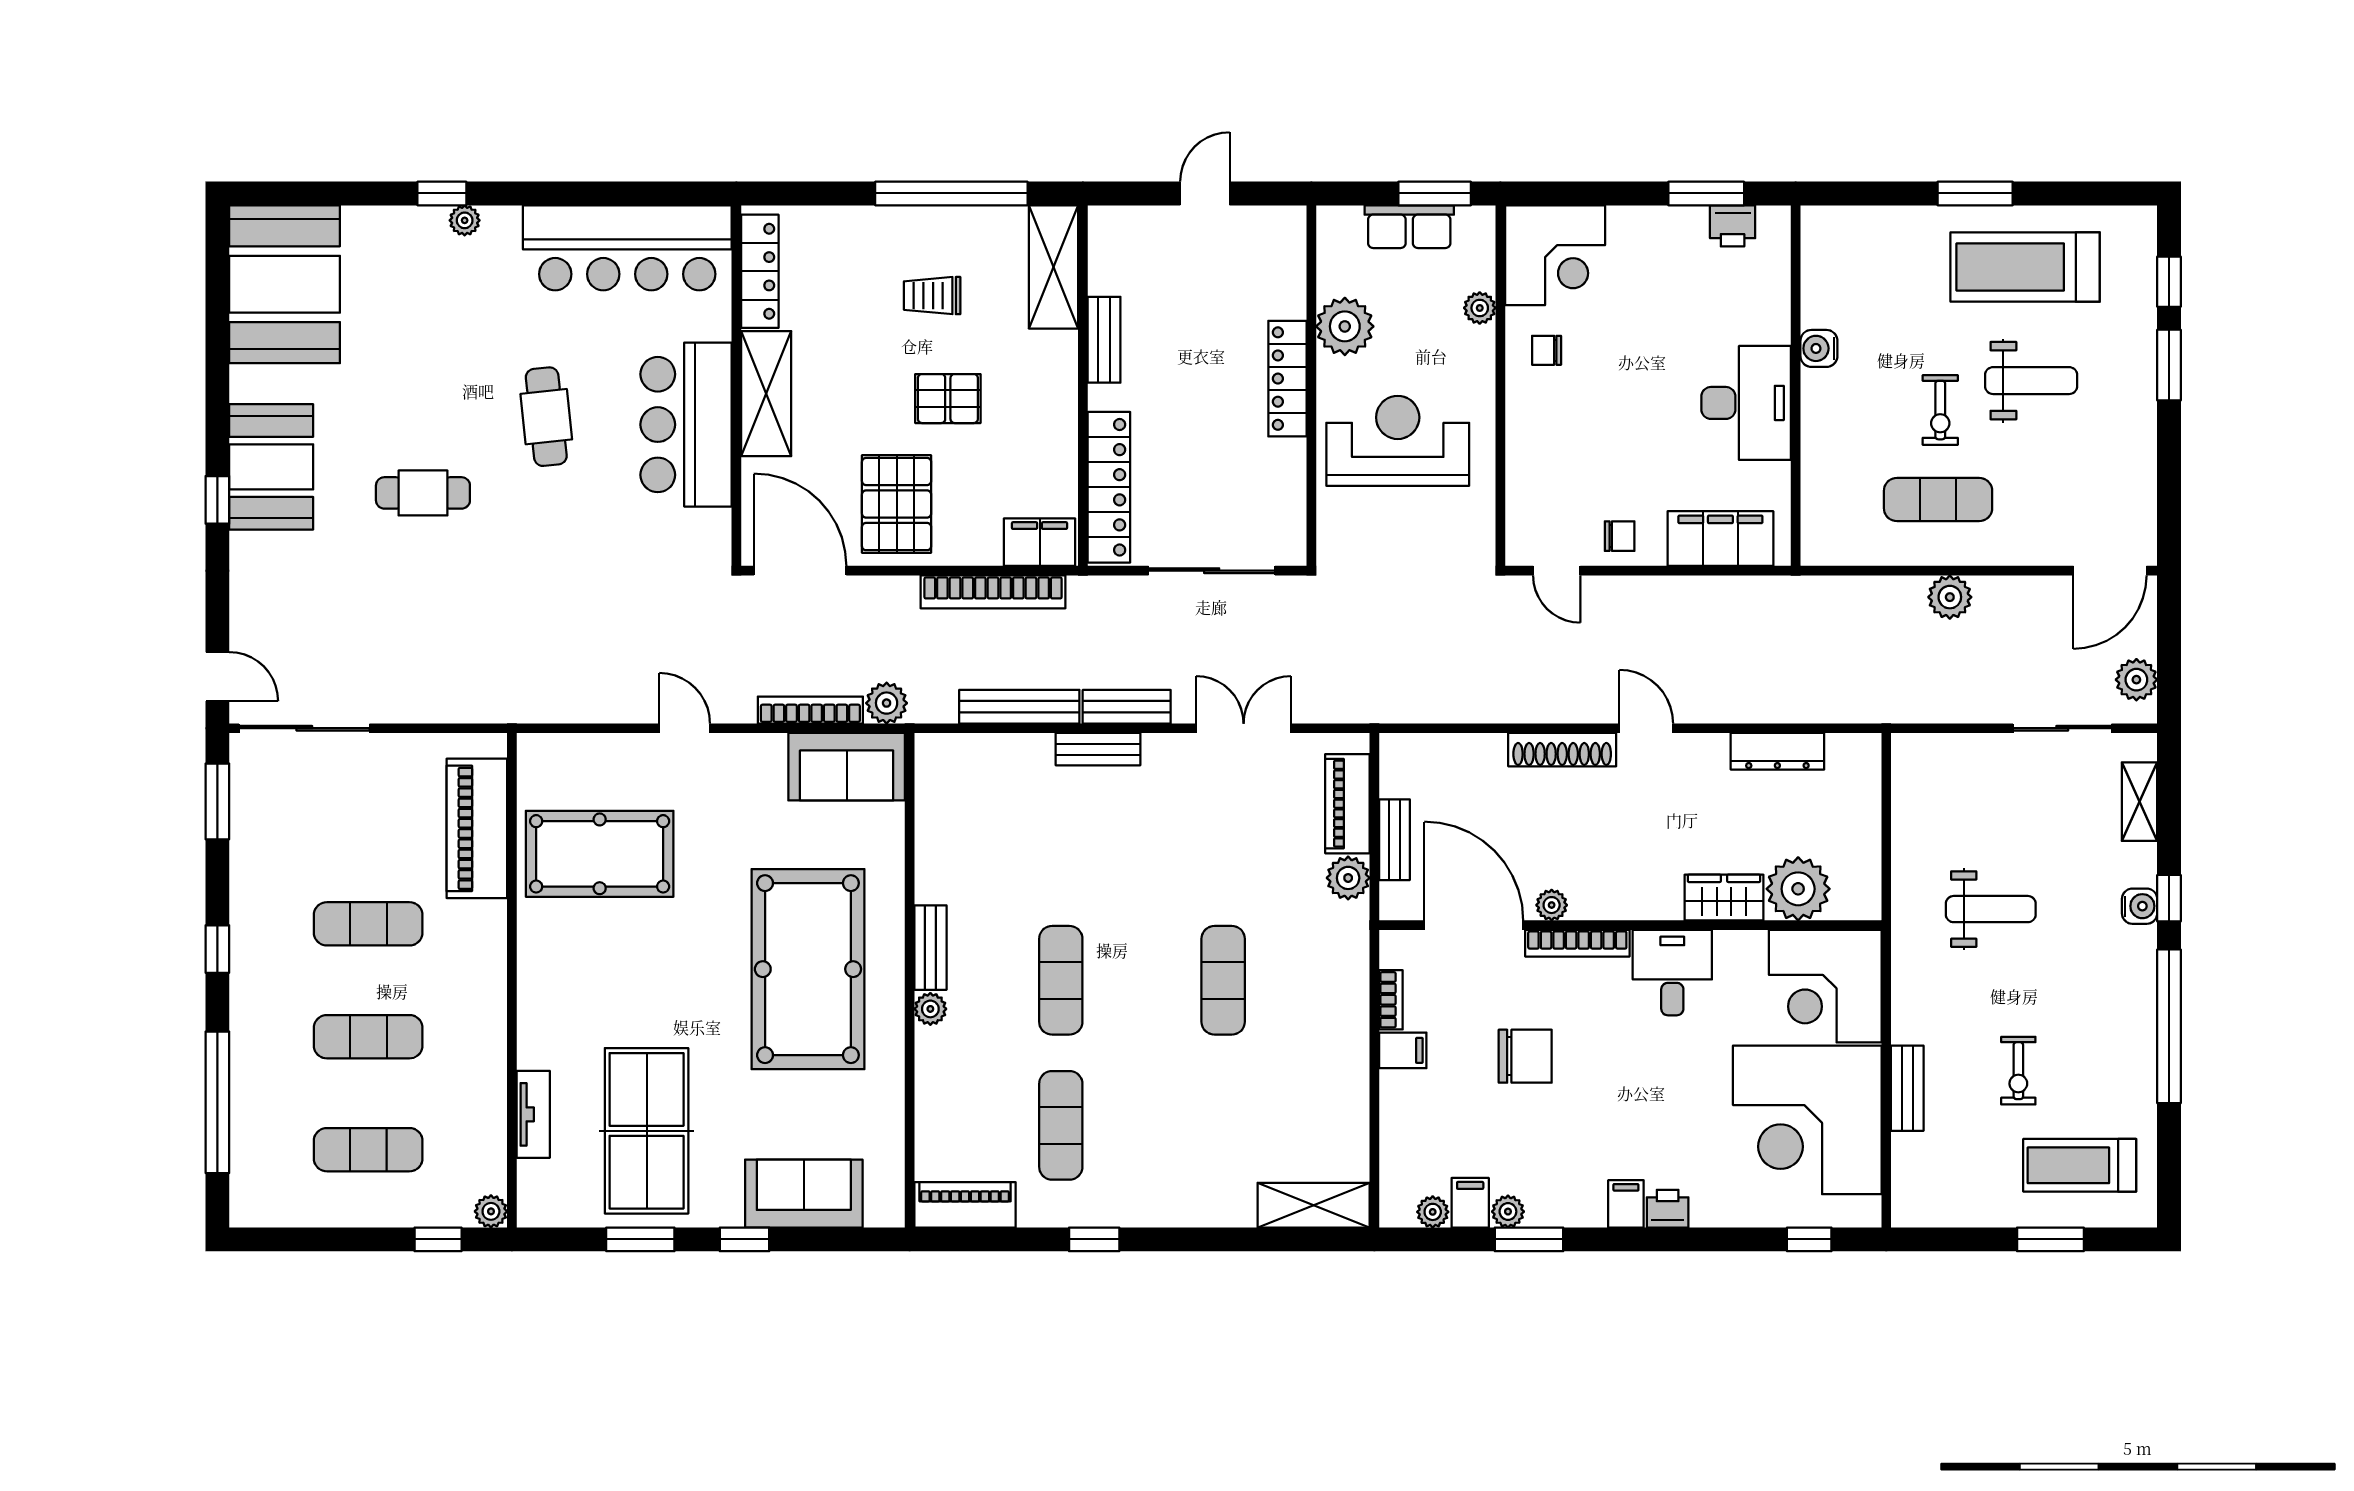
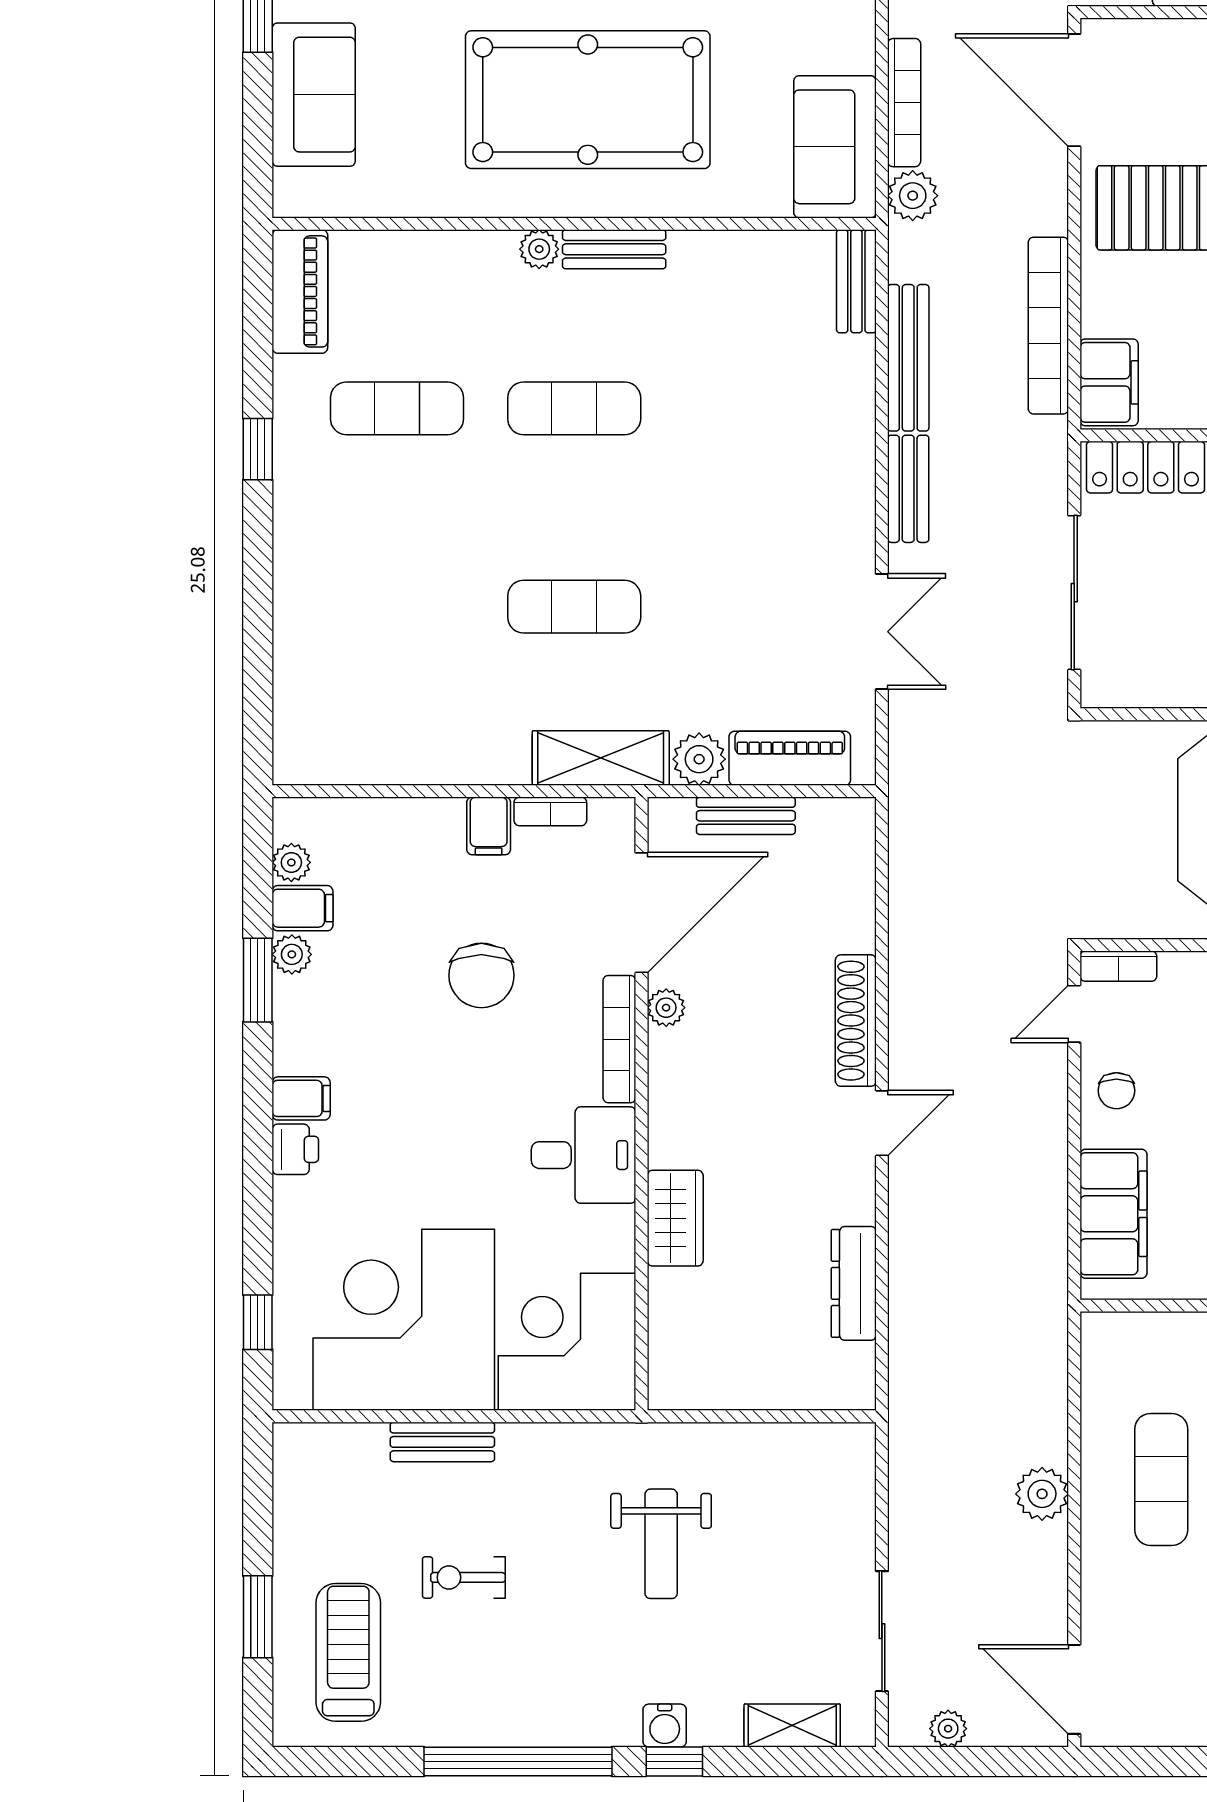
bookcase: (1518, 535) -> (1118, 966), added
door: (800, 571) -> (1074, 90), swing flipped
plant: (2136, 680) -> (948, 1729), width x0.73, depth x0.73
bench: (1098, 749) -> (856, 281), moved
plant: (1798, 889) -> (686, 1309), removed
shelving: (1314, 1205) -> (601, 758), moved, turned 90

